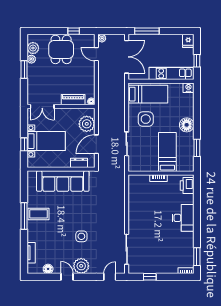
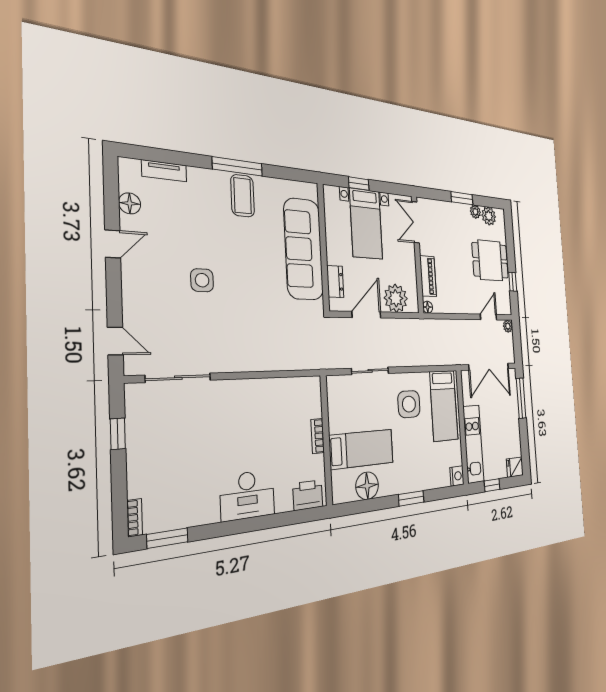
floor lamp: (187, 125) -> (367, 486), moved
door: (96, 144) -> (366, 315), hinge flipped
window: (197, 148) -> (411, 498), moved
plant: (81, 266) -> (139, 277), removed

